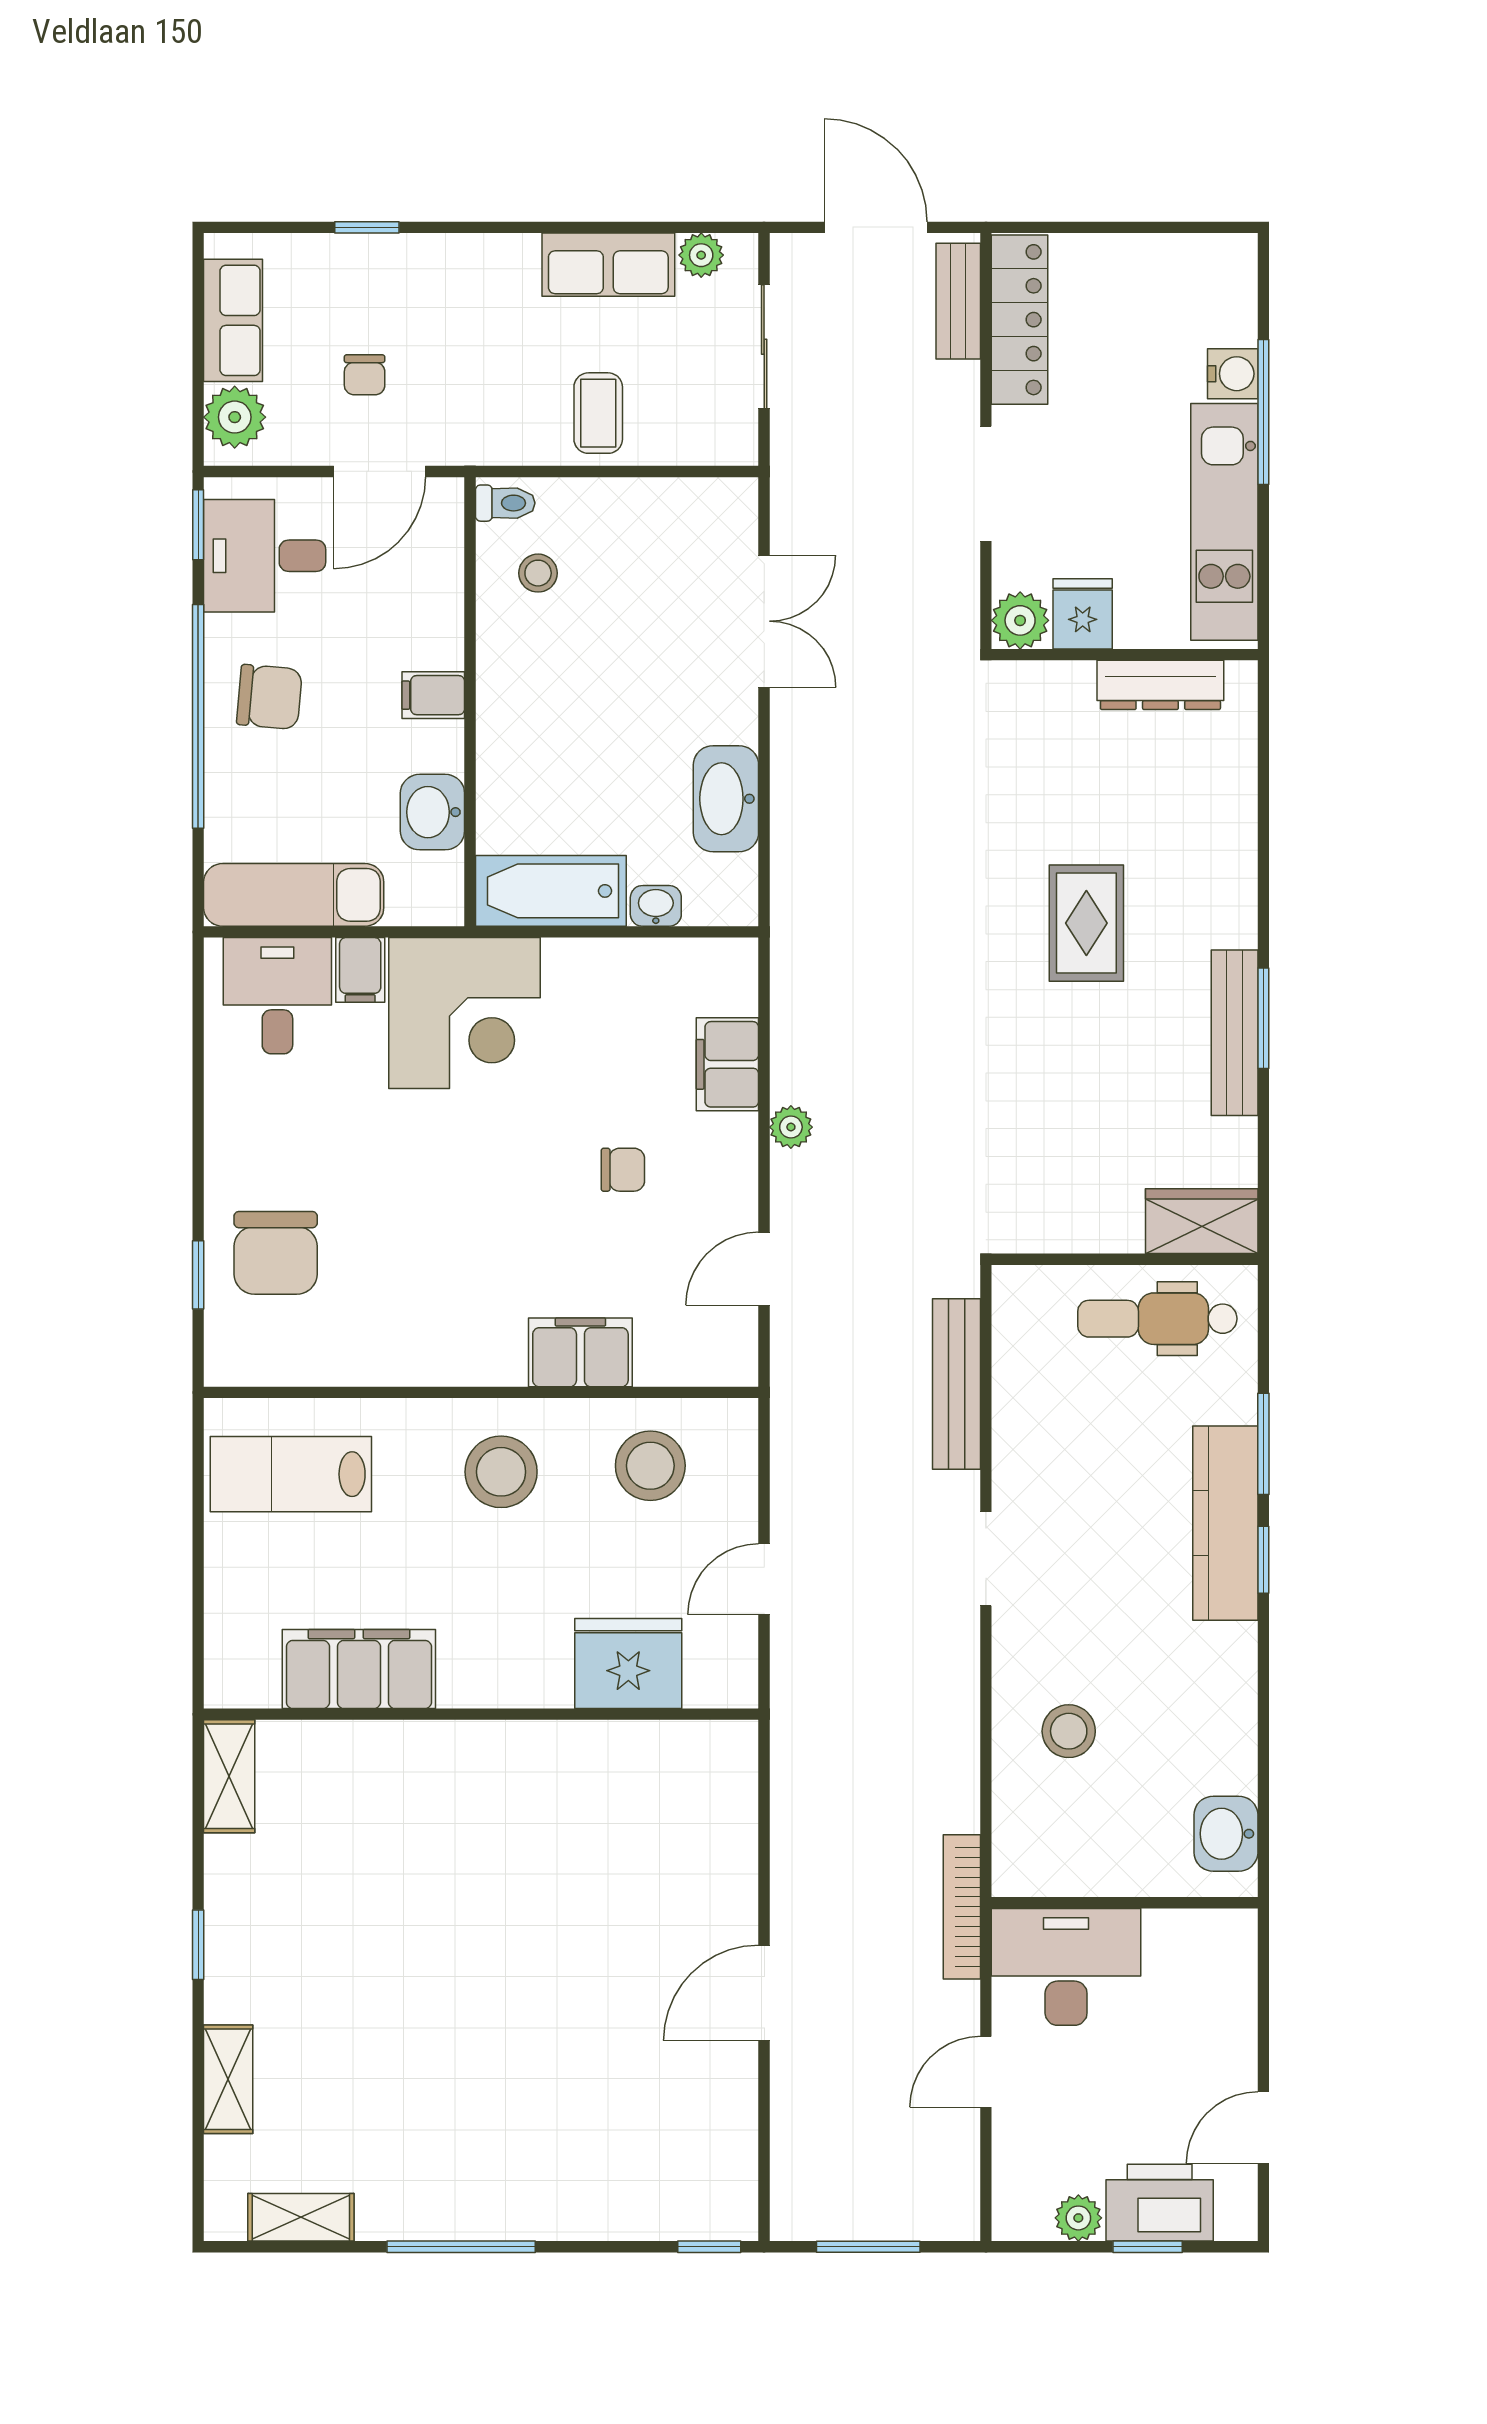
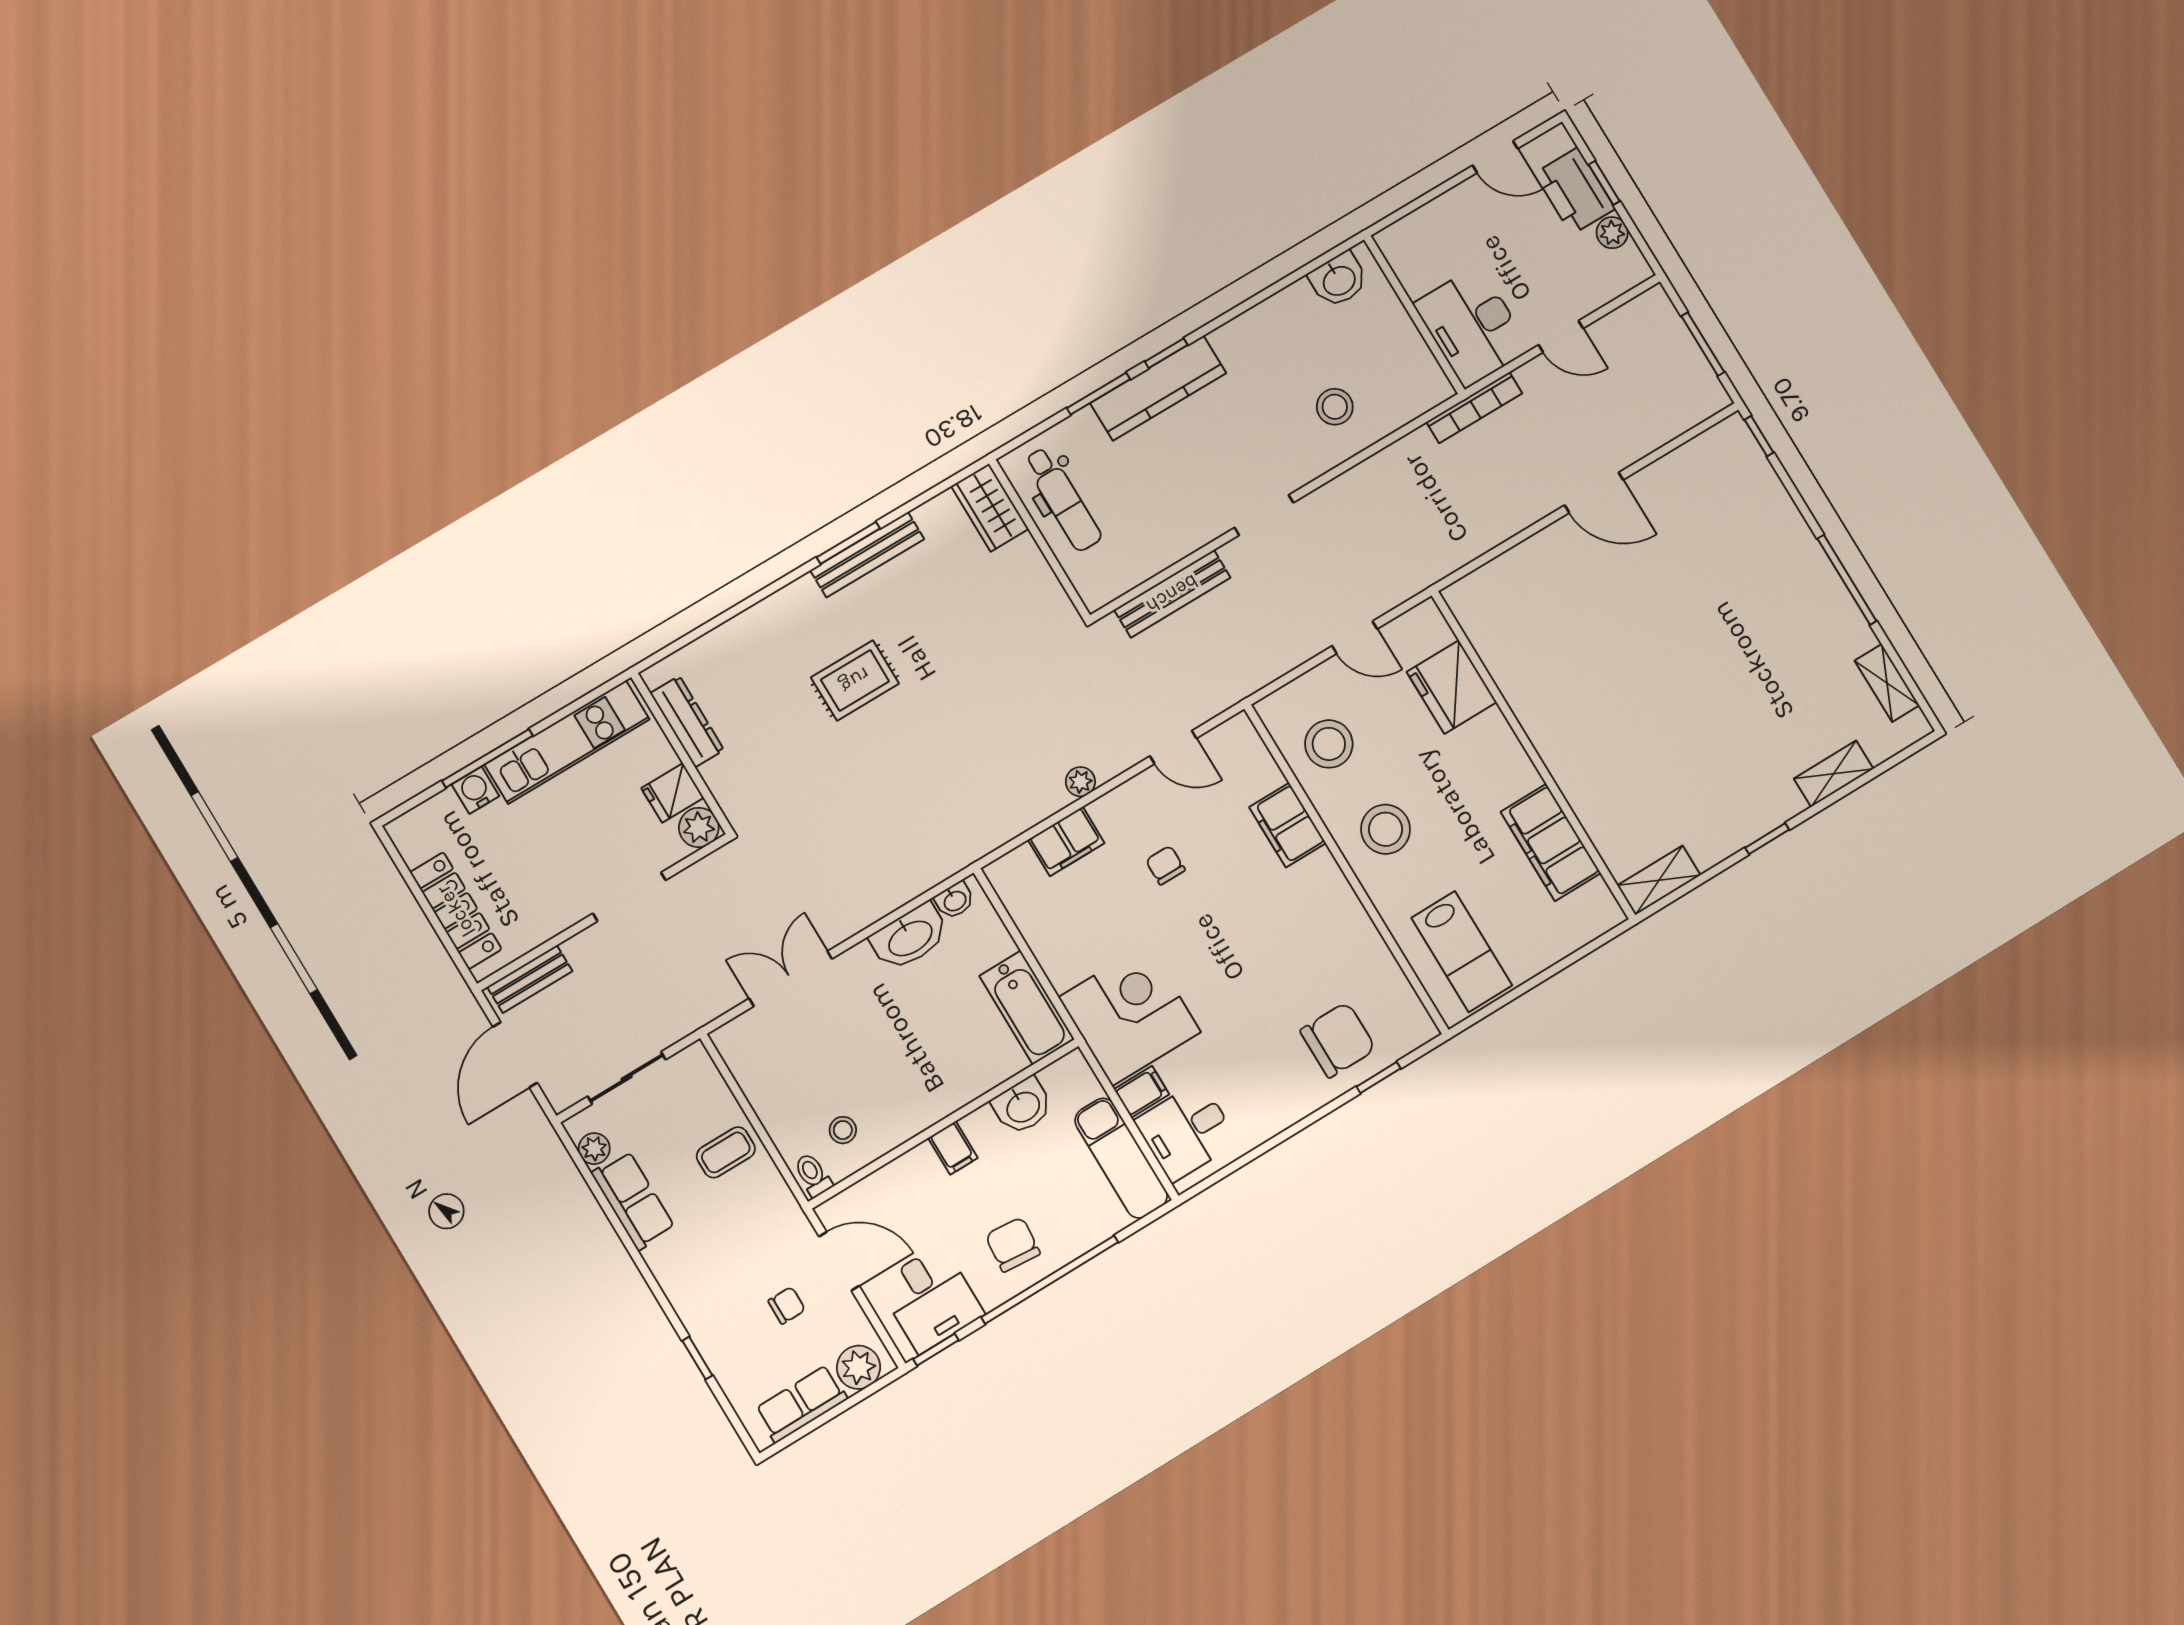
locker: (1020, 320) -> (456, 911), moved, turned 90
washbasin: (656, 906) -> (955, 900), moved, turned -90

